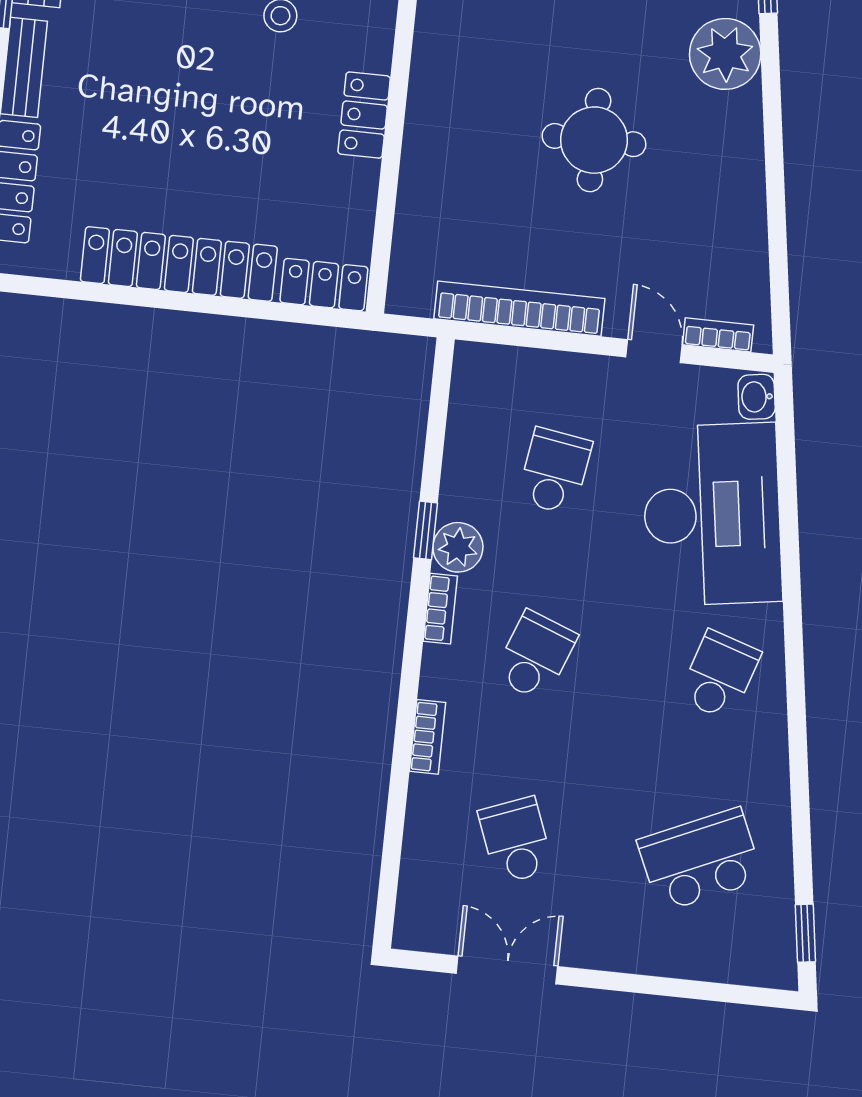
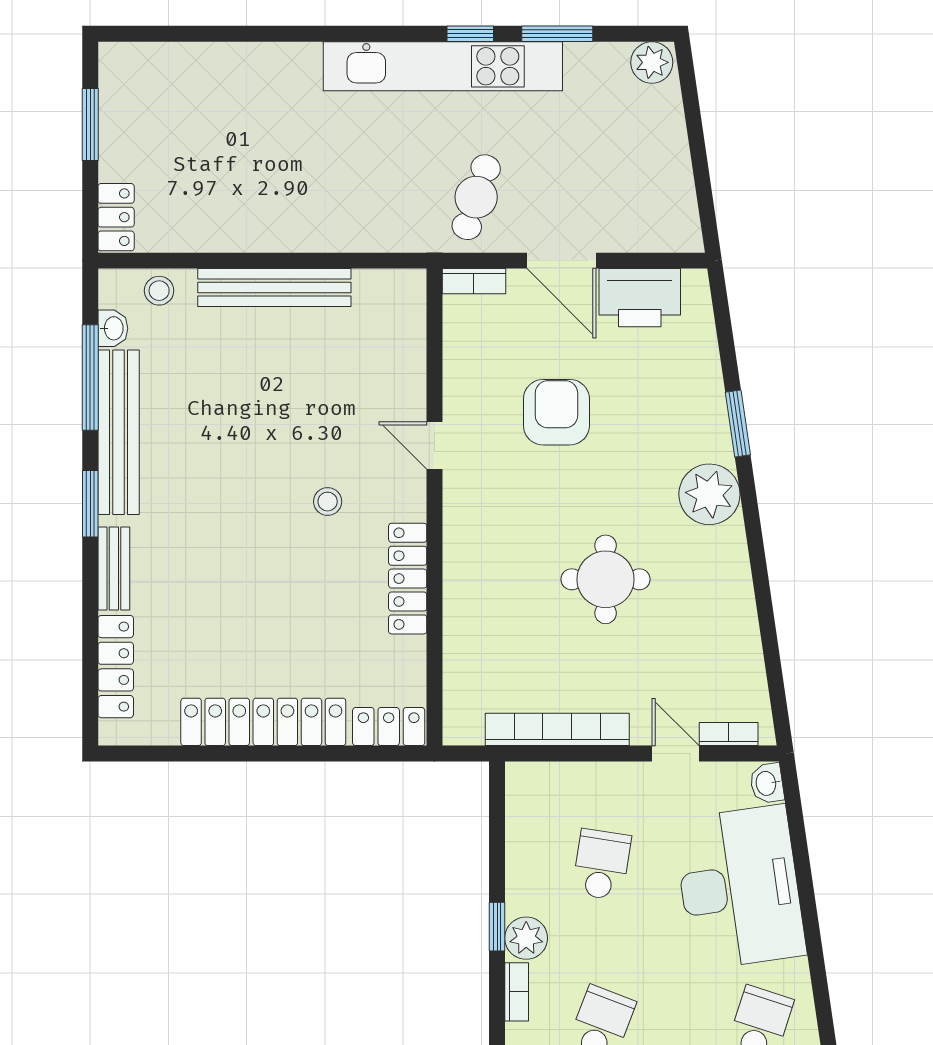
locker: (364, 115) -> (408, 579), width x1.53

